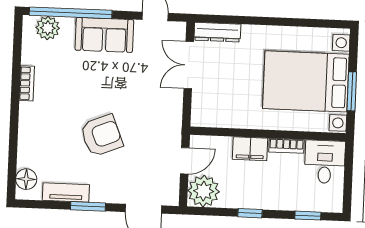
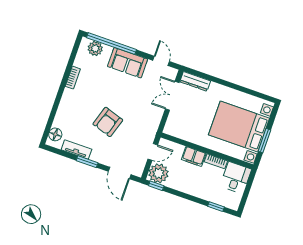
armchair: (101, 136) -> (108, 122), turned 130
window: (250, 213) -> (156, 186), moved

